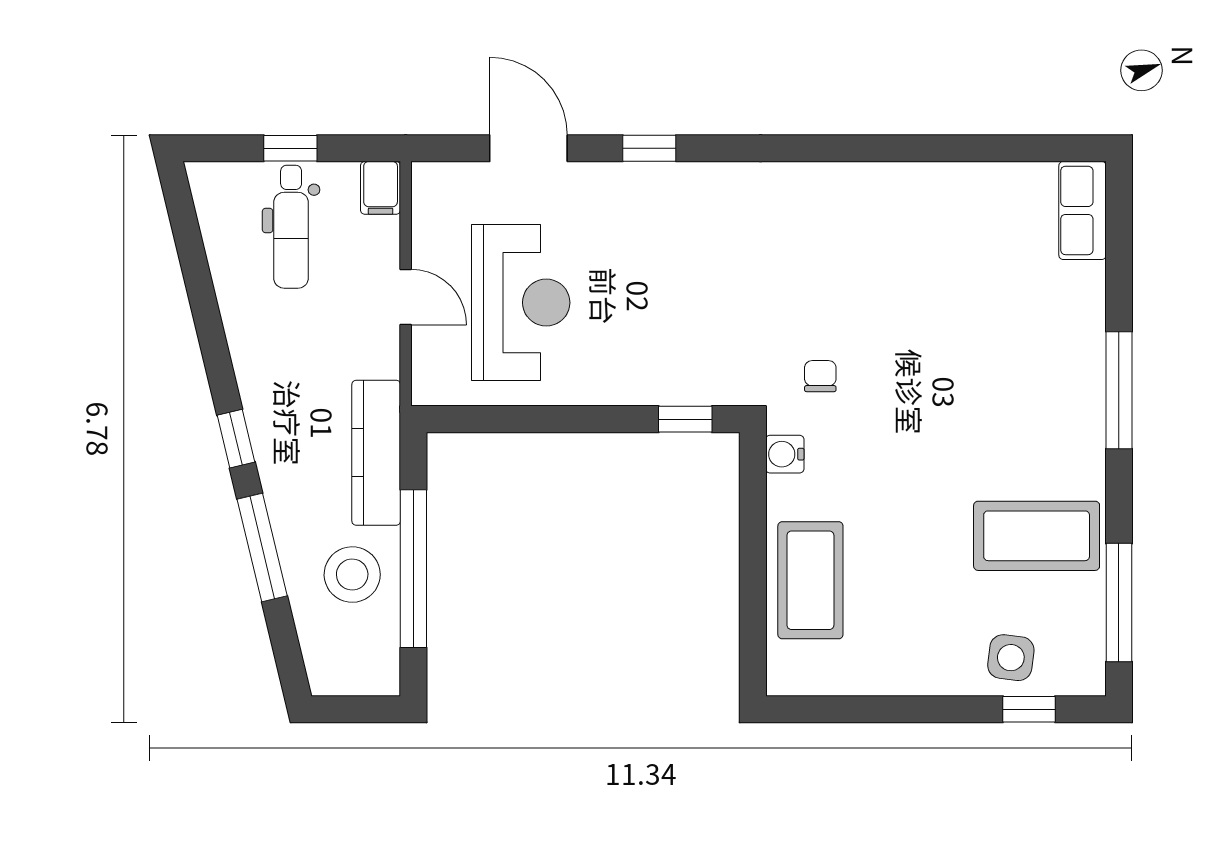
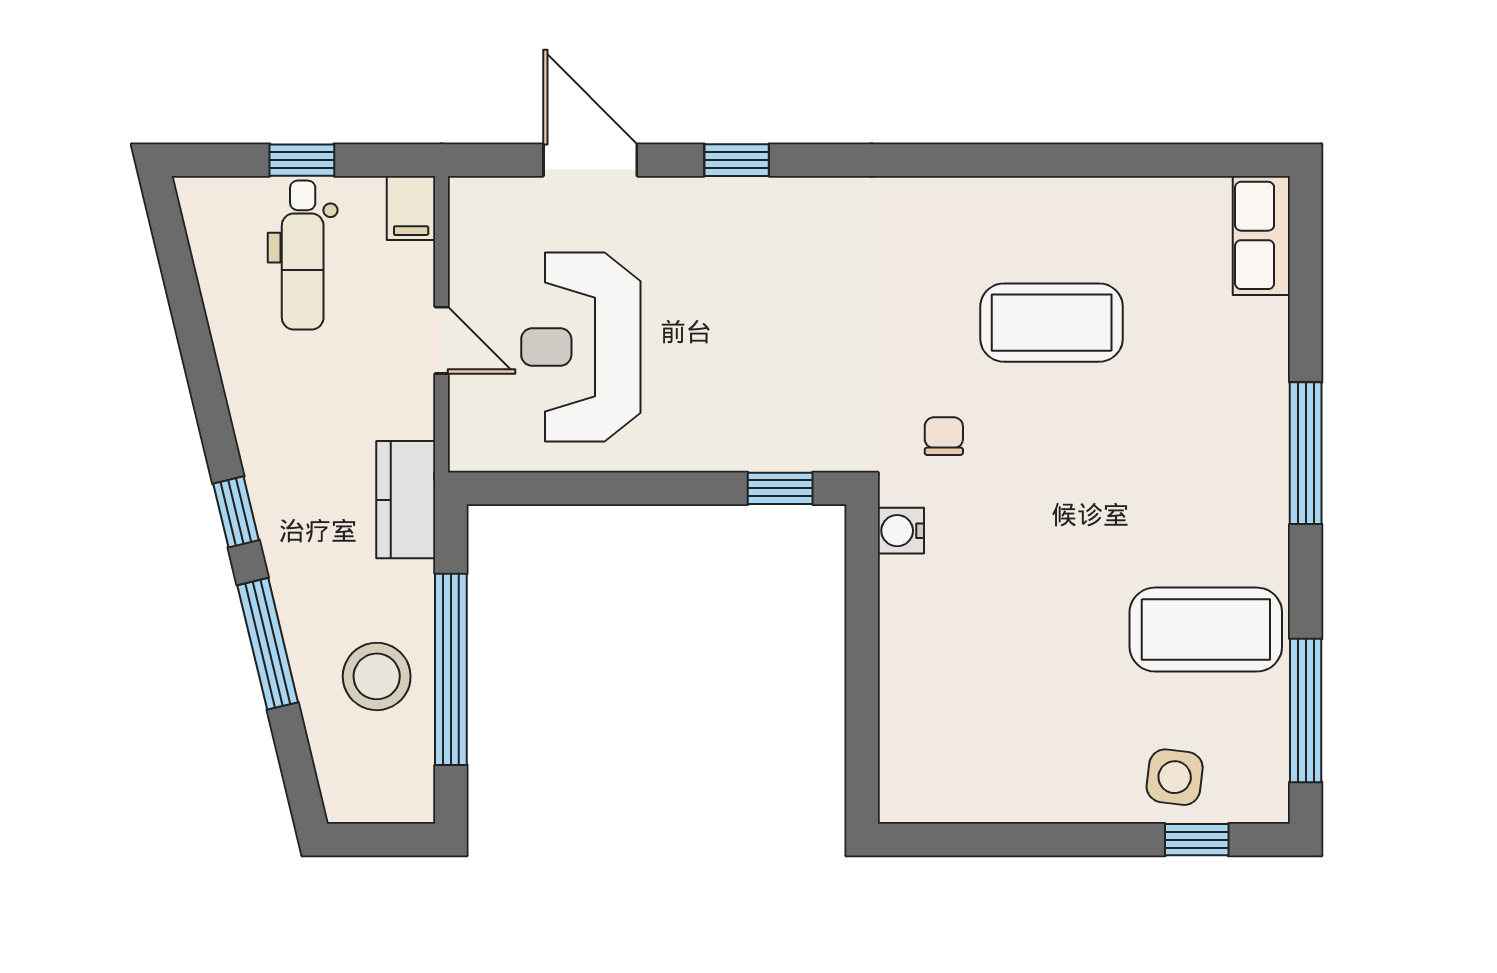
reception desk: (521, 303) -> (581, 347), turned 180
kitchen counter: (376, 453) -> (406, 500), width x0.67
coffee table: (810, 580) -> (1052, 323), moved, turned 90

